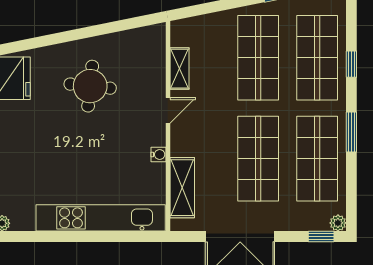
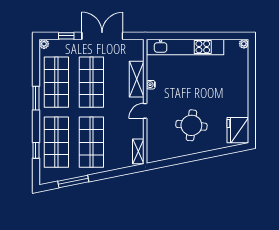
window: (351, 64) -> (36, 150), moved
shelving: (180, 69) -> (138, 151), moved
shelving: (182, 188) -> (137, 79), moved
window: (321, 236) -> (66, 36), moved

